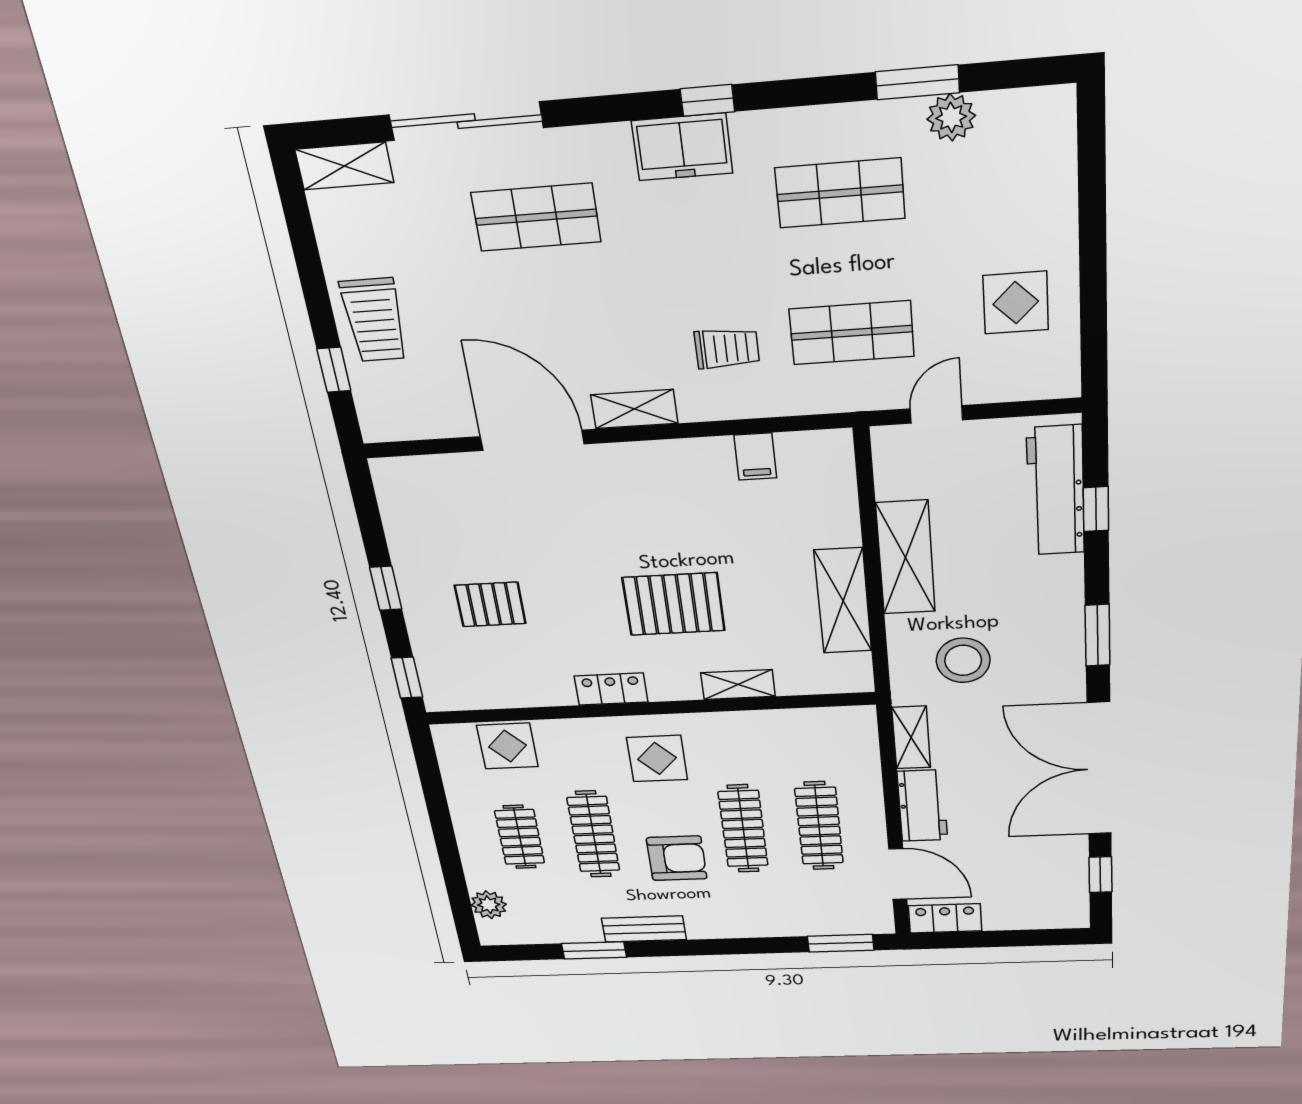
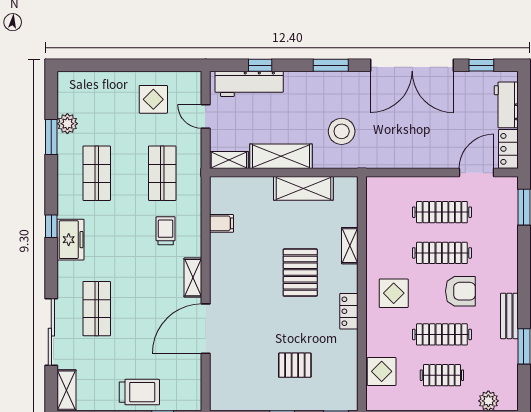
door: (936, 414) -> (206, 116), moved
pallet: (490, 604) -> (295, 365), turned 90
shelving: (911, 738) -> (229, 160), moved
workbench: (922, 806) -> (506, 105), moved, turned -90
armchair: (677, 858) -> (460, 291), turned 90

